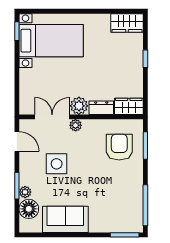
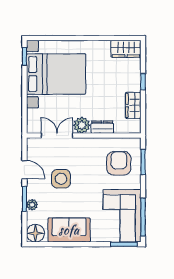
bed with nightstands: (51, 41) -> (56, 74), width x1.36
wardrobe: (129, 106) -> (133, 105), moved, turned -90
plant: (76, 125) -> (79, 143), removed
door: (17, 142) -> (24, 170), moved
corner sofa: (123, 204) -> (122, 216), added
floor lamp: (29, 209) -> (35, 233), moved

